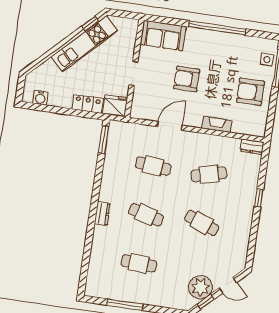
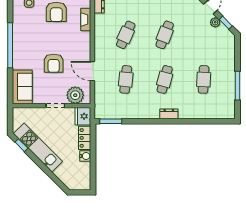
water cooler: (40, 98) -> (85, 156), moved
plant: (143, 100) -> (75, 95), added
fireplace: (217, 124) -> (86, 19), moved
cafe table: (209, 174) -> (126, 35), turned 39
plant: (200, 287) -> (215, 22), width x0.53, depth x0.53

